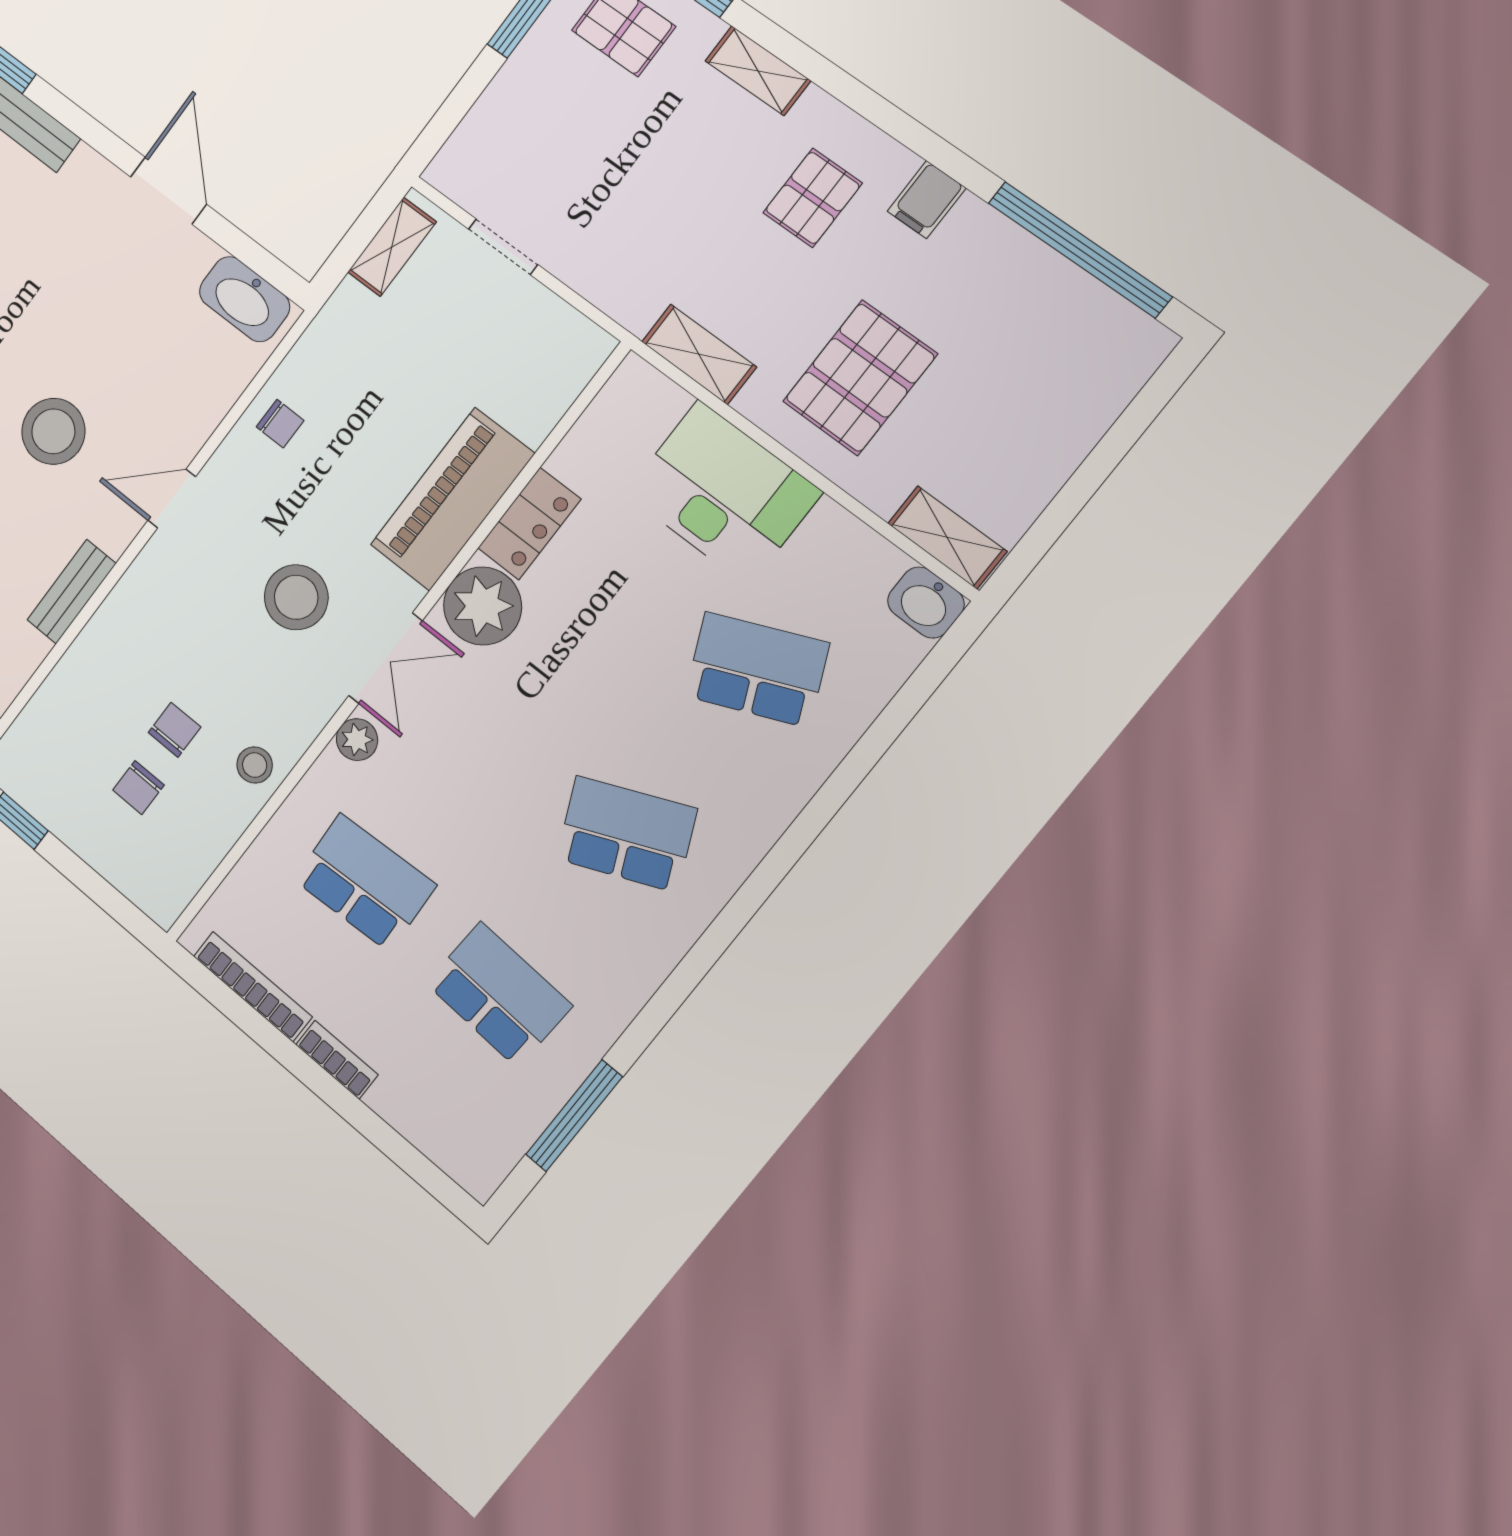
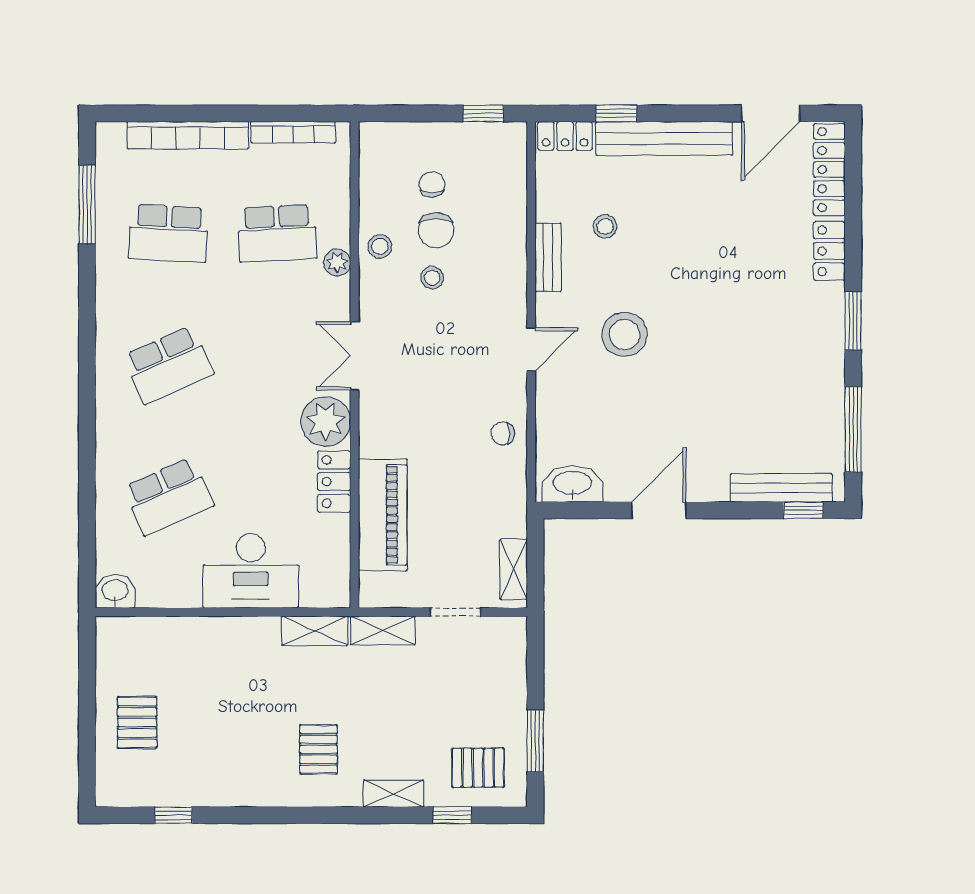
door: (168, 191) -> (659, 510), swing flipped
filing cabinet: (927, 200) -> (263, 788), removed
window: (1080, 250) -> (173, 815), width x0.32
pallet: (860, 378) -> (137, 723), moved, width x0.67, depth x0.71
piano: (452, 499) -> (383, 515), moved
shelving: (947, 537) -> (383, 630), moved
stool: (296, 597) -> (432, 278), moved, width x0.53, depth x0.53
chair: (175, 730) -> (436, 230), width x1.37, depth x1.37
plant: (357, 740) -> (337, 263), moved
bookcase: (337, 1060) -> (188, 135), width x2.31, depth x1.31

